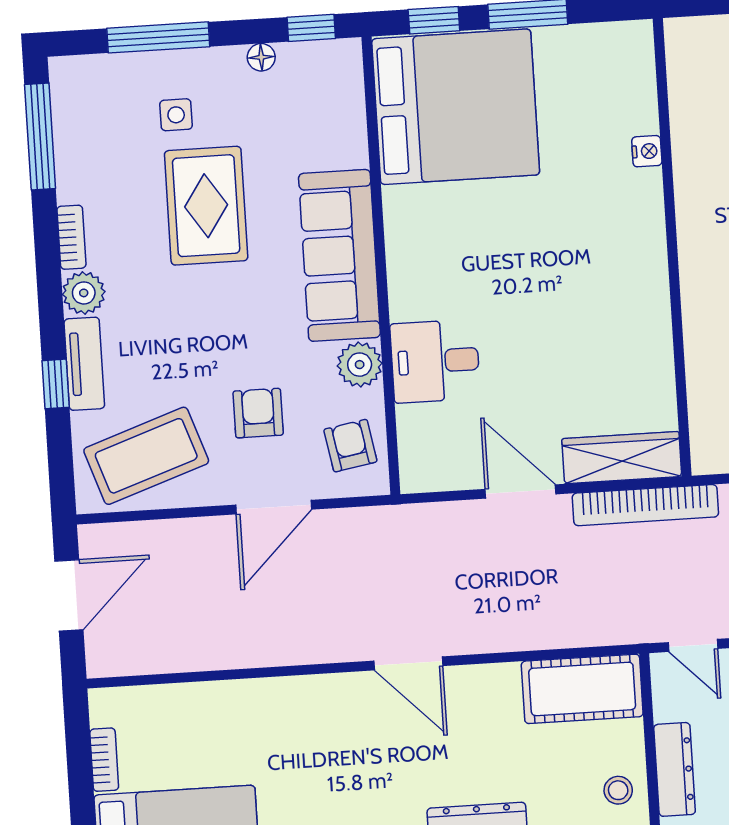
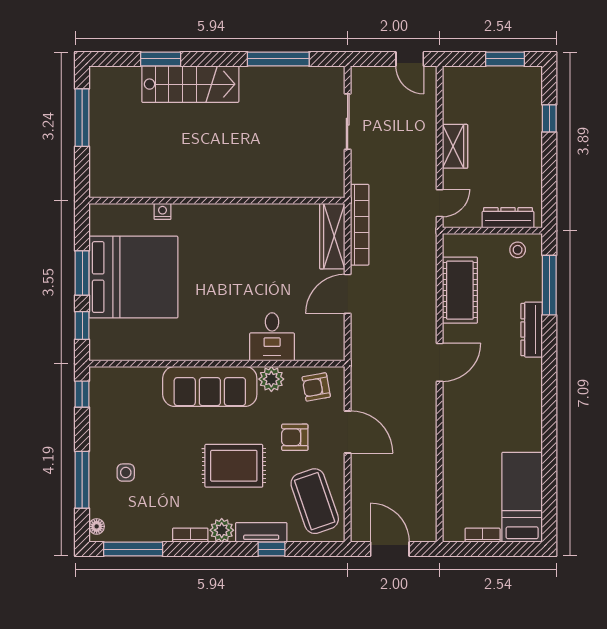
floor lamp: (261, 57) -> (97, 526), moved
bed: (456, 107) -> (133, 277), moved, turned 90
rug: (206, 206) -> (234, 466), moved
cot: (582, 689) -> (460, 290), moved

